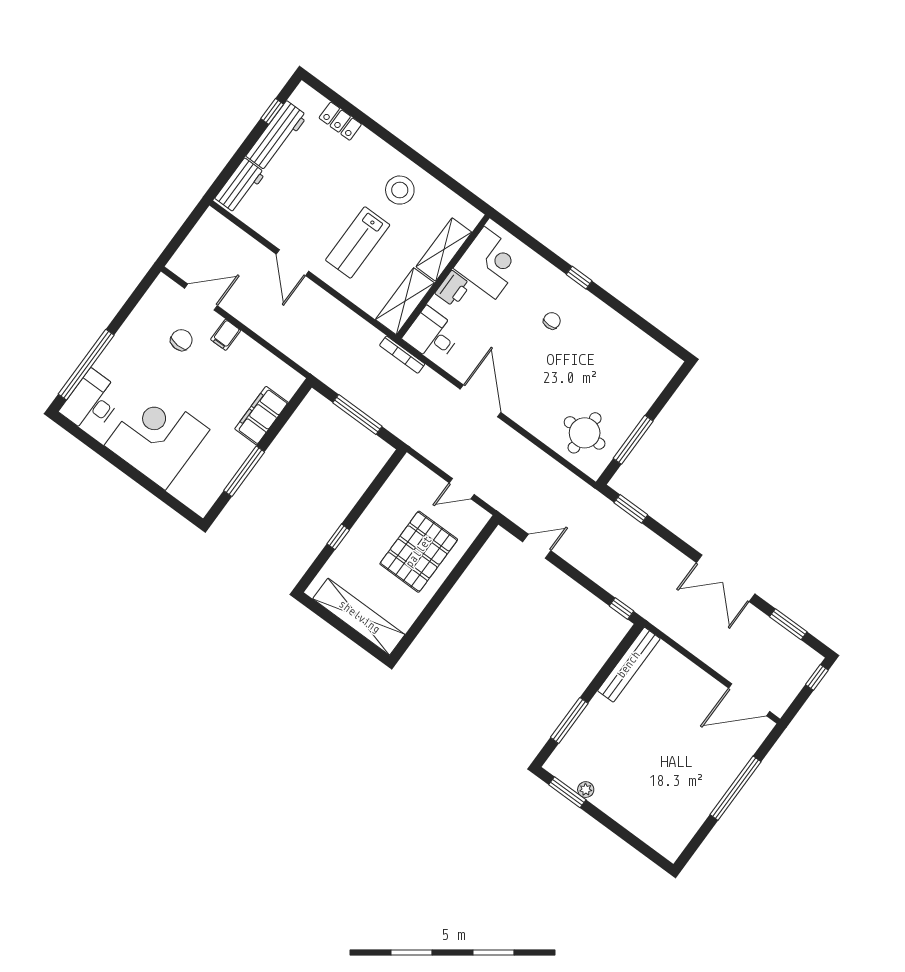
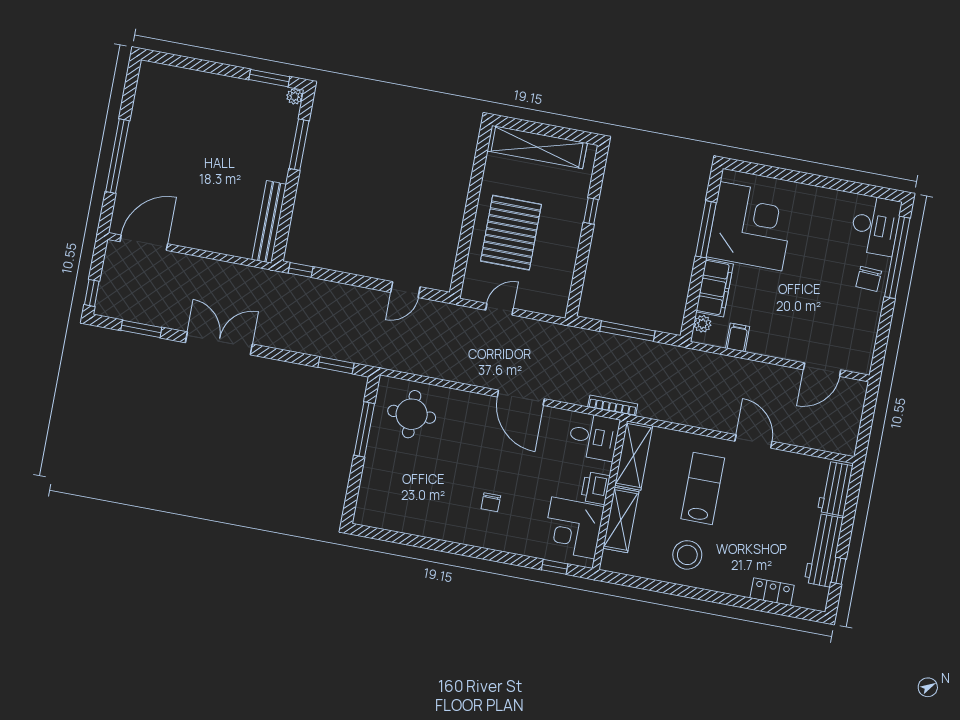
window: (579, 278) -> (555, 567), moved
filing cabinet: (226, 335) -> (738, 337), moved
chair: (181, 340) -> (869, 279), moved
plant: (288, 389) -> (702, 324), added
corner desk: (157, 438) -> (751, 226), moved, turned -90
plant: (586, 790) -> (295, 96), moved

